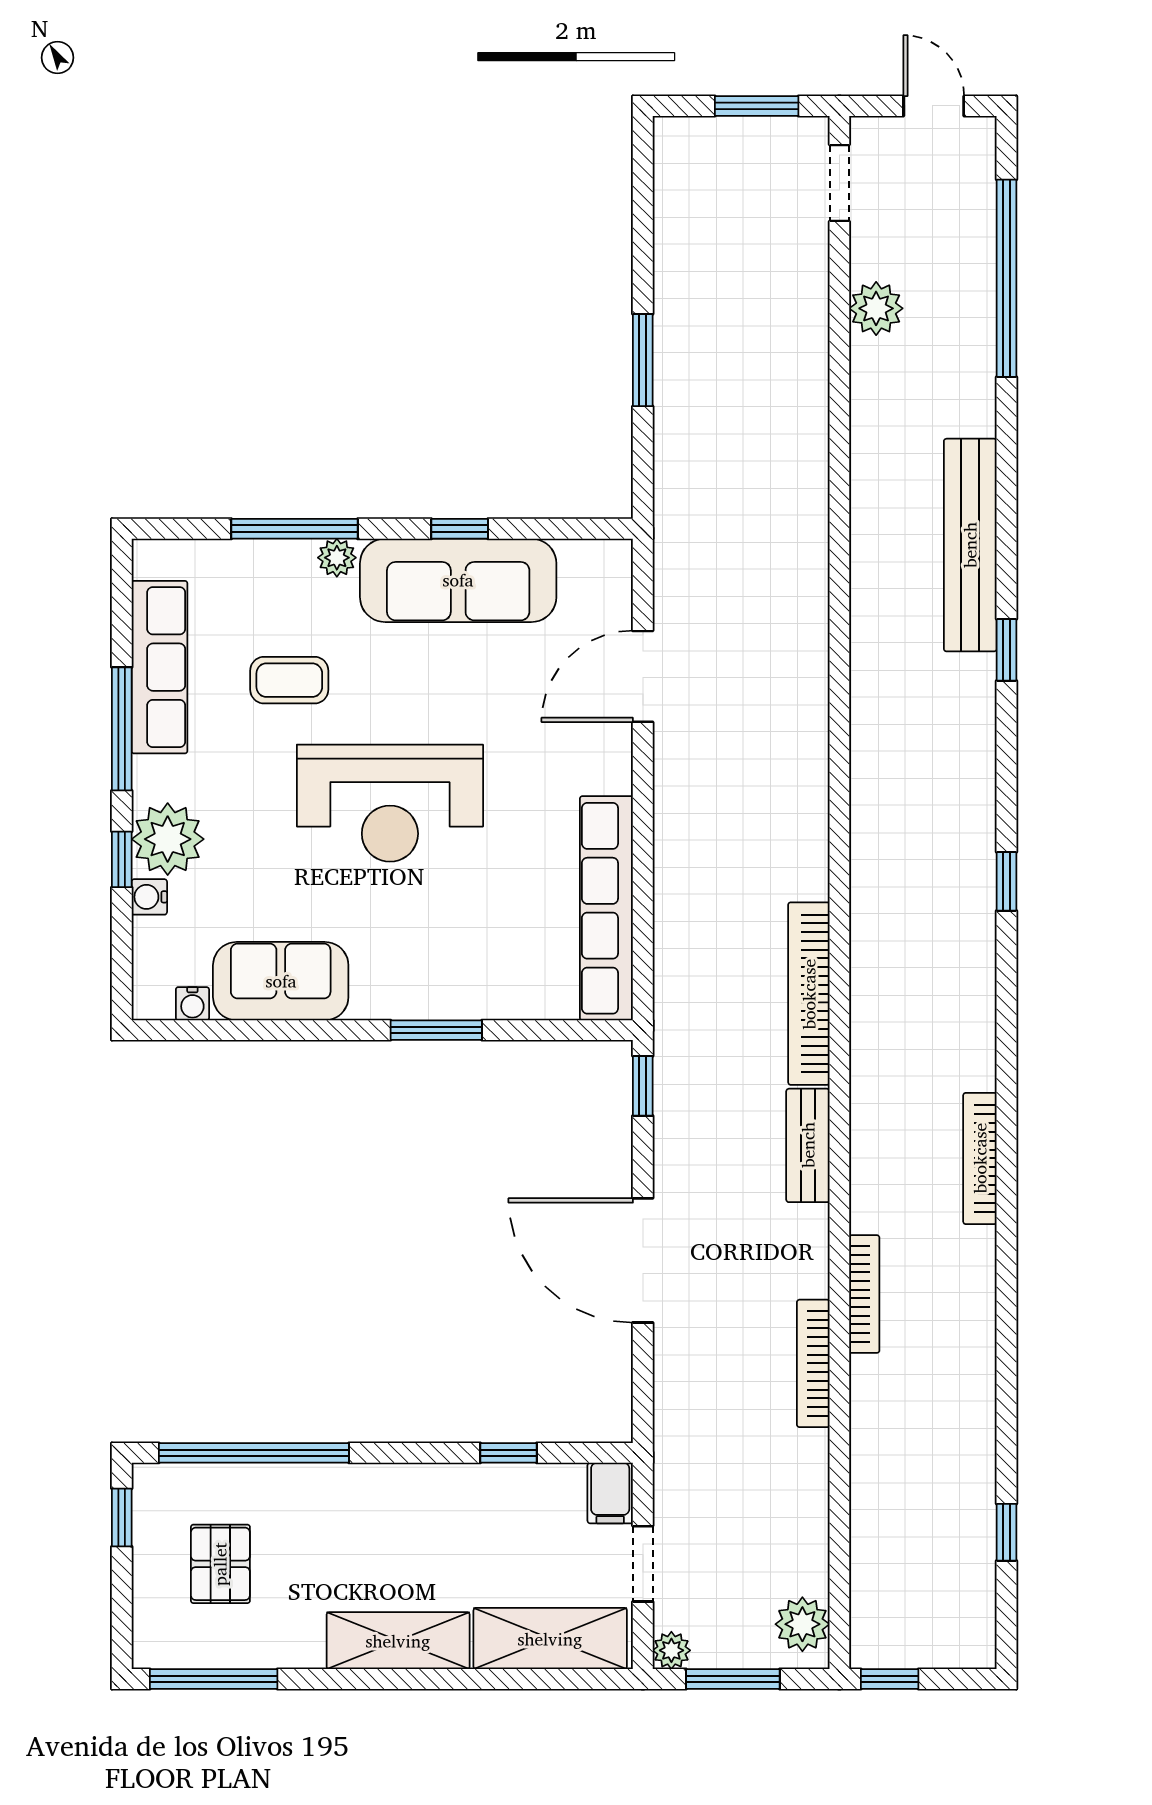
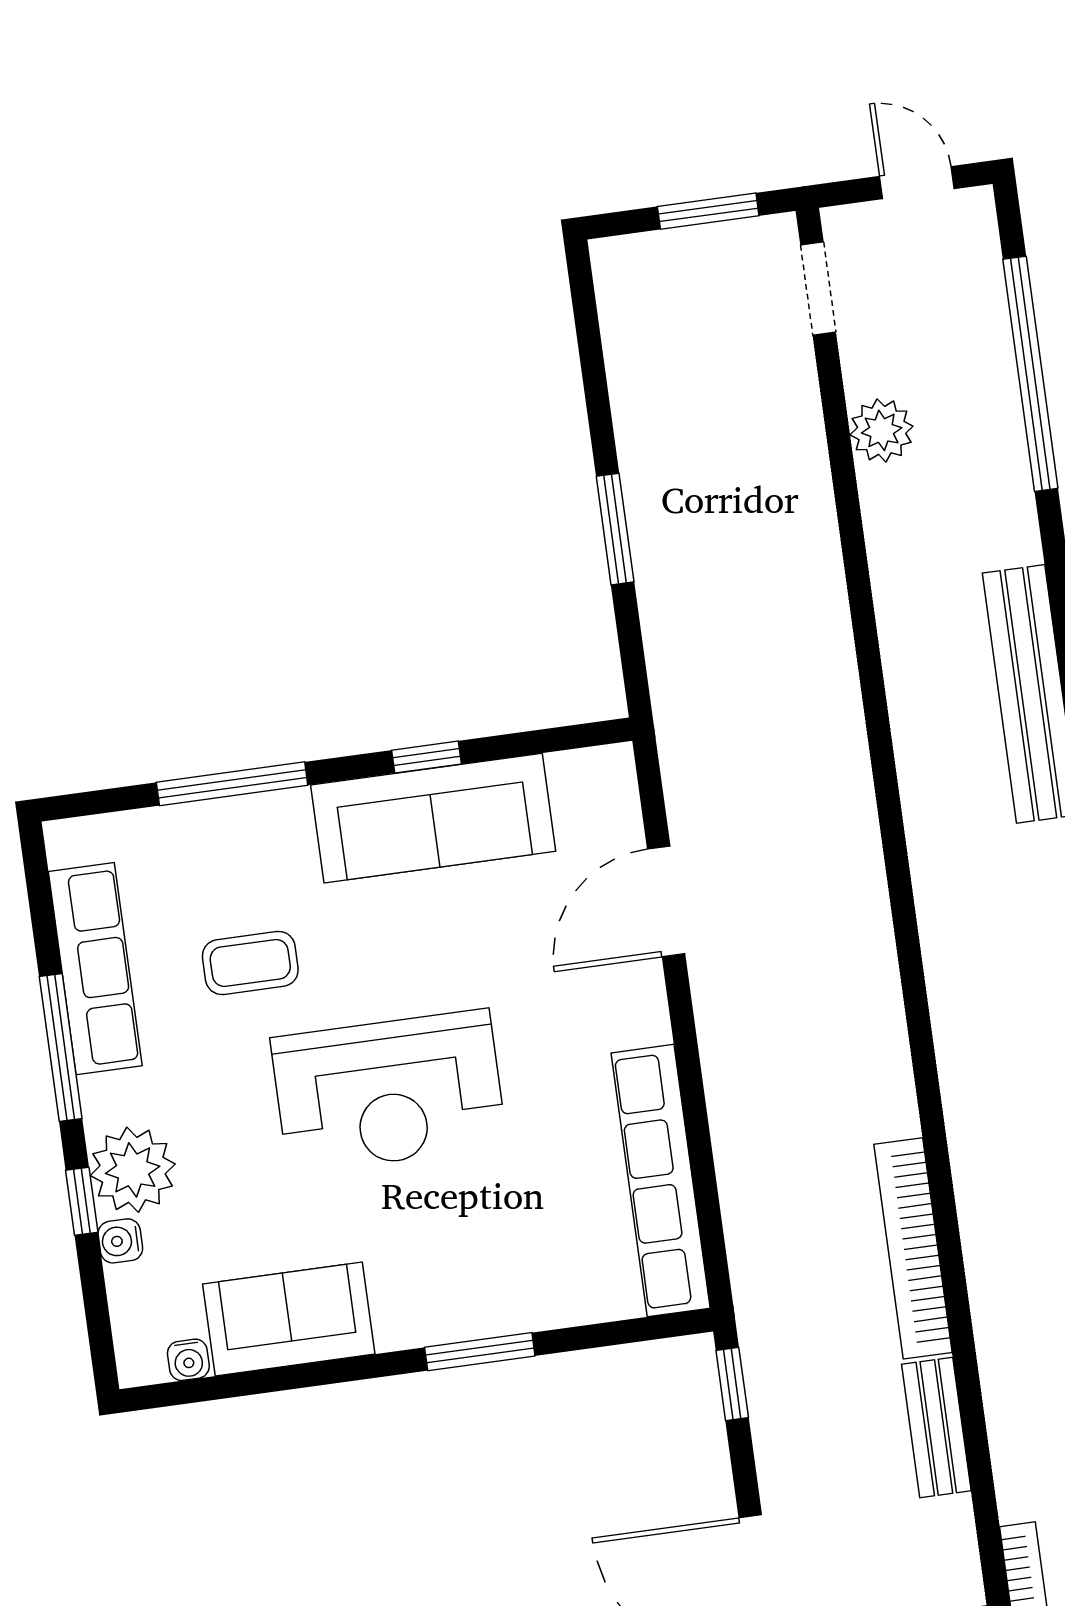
plant: (337, 558) -> (287, 811), removed

